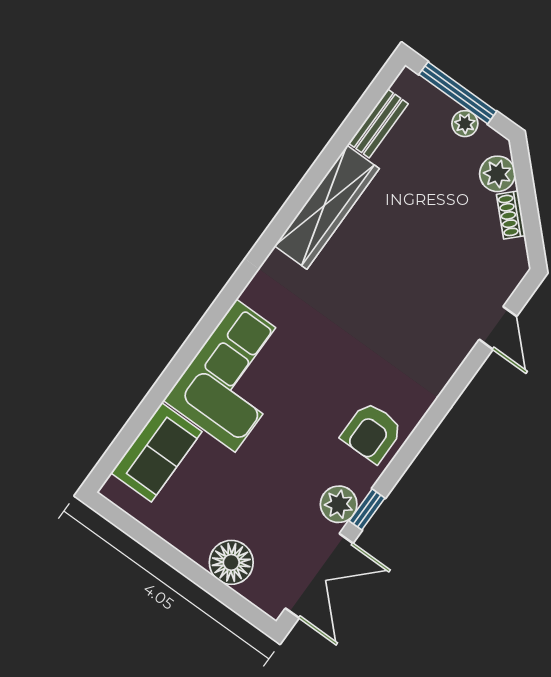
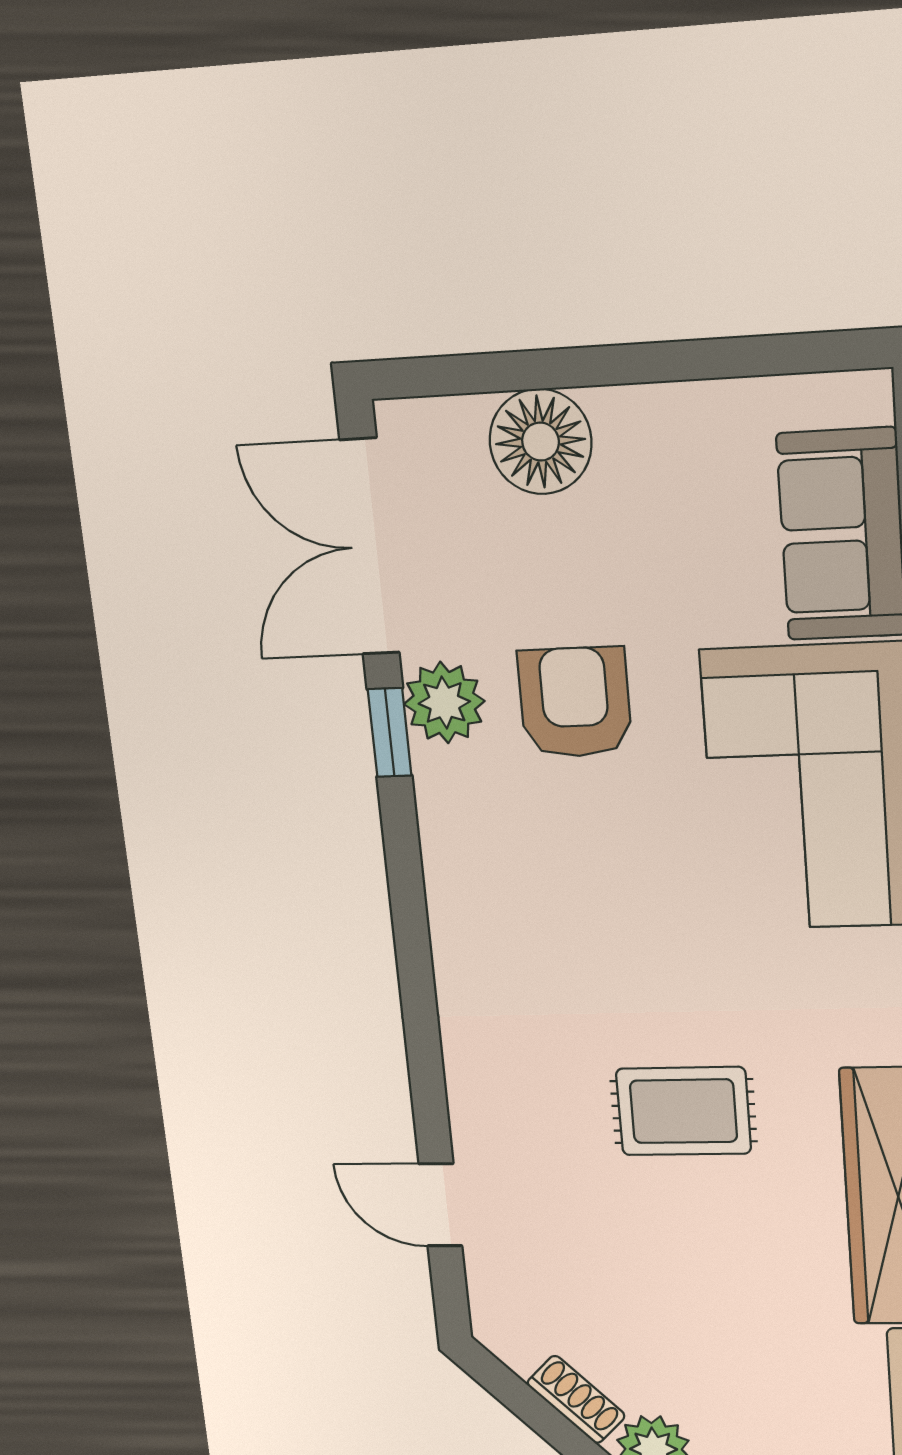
rug: (376, 295) -> (684, 1111), added
armchair: (372, 432) -> (575, 702), moved

